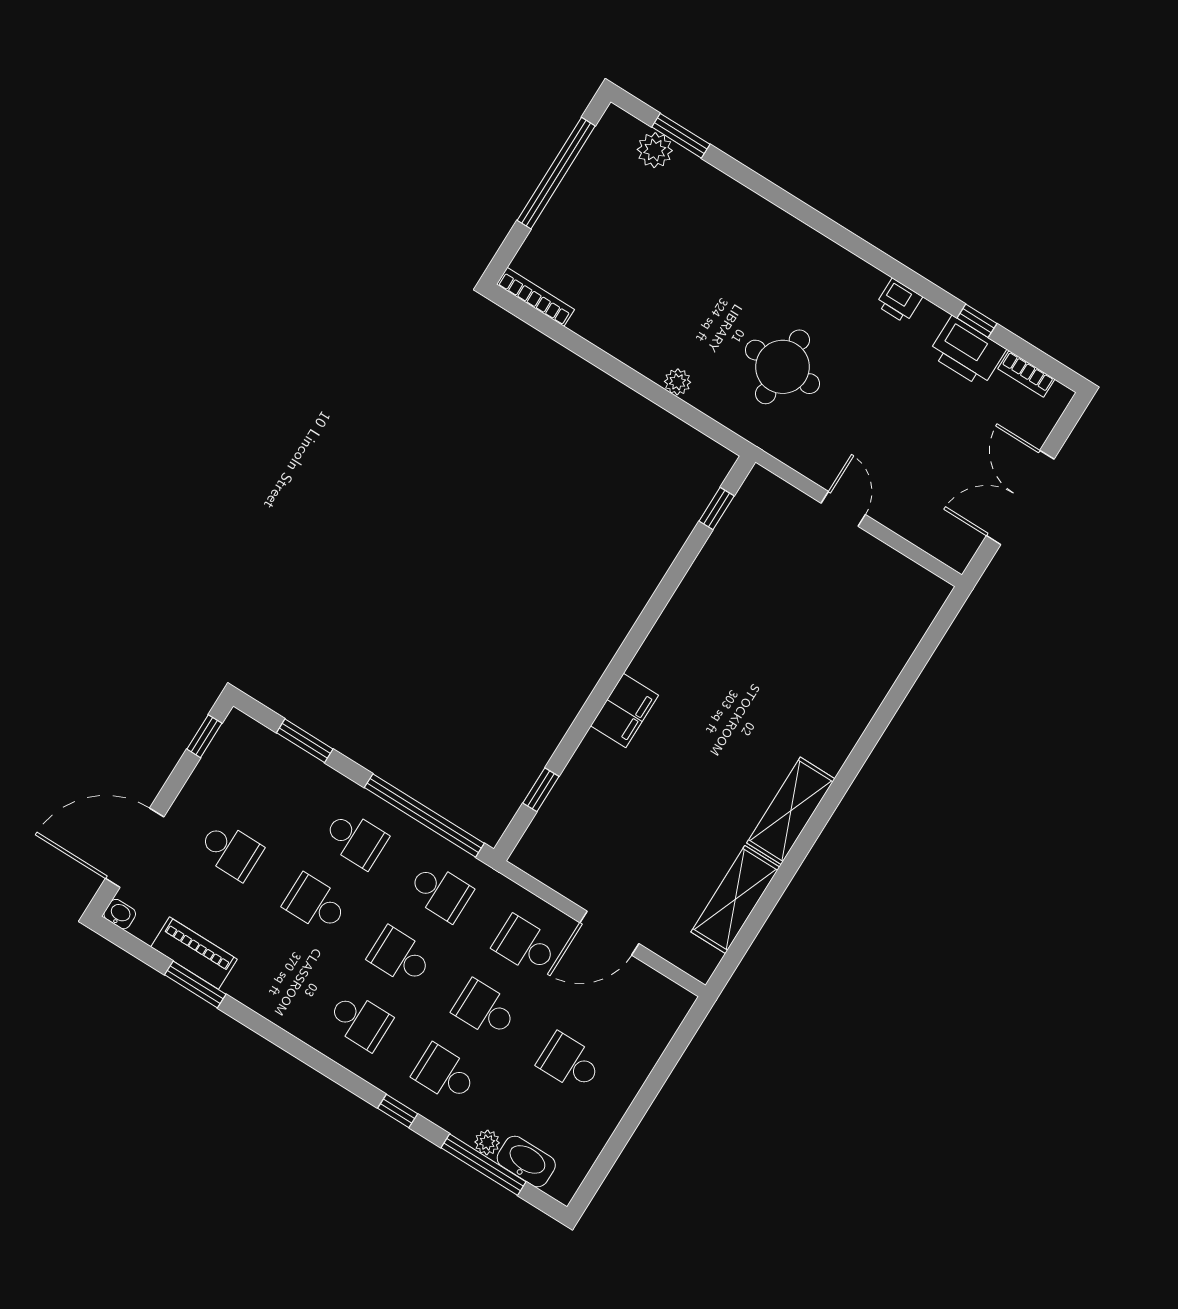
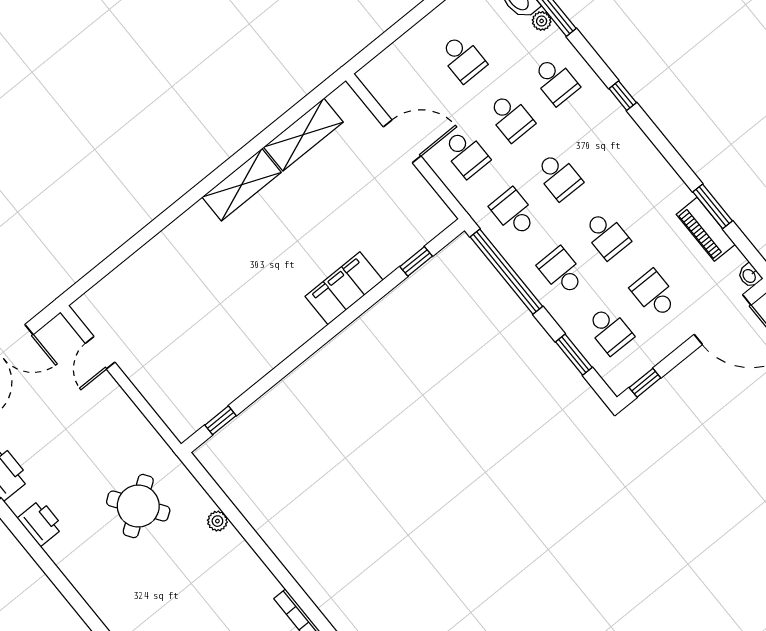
printer: (899, 301) -> (40, 523), width x1.36, depth x1.24
round table: (782, 367) -> (138, 506), turned -35
door: (843, 509) -> (100, 353), moved
filing cabinet: (625, 710) -> (344, 288), width x1.50, depth x1.17
school desk: (360, 1021) -> (609, 330), moved, turned 180
window: (398, 1111) -> (623, 96), moved

